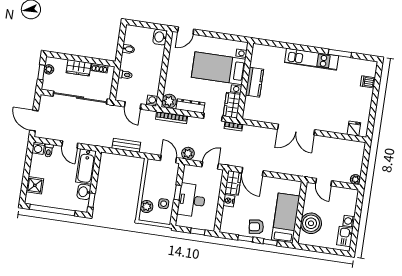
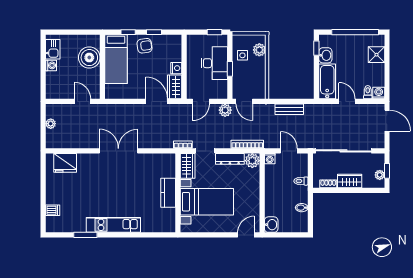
fridge: (354, 129) -> (65, 163), width x1.88, depth x1.34
plant: (355, 179) -> (51, 124), moved
window: (198, 231) -> (215, 32), moved

